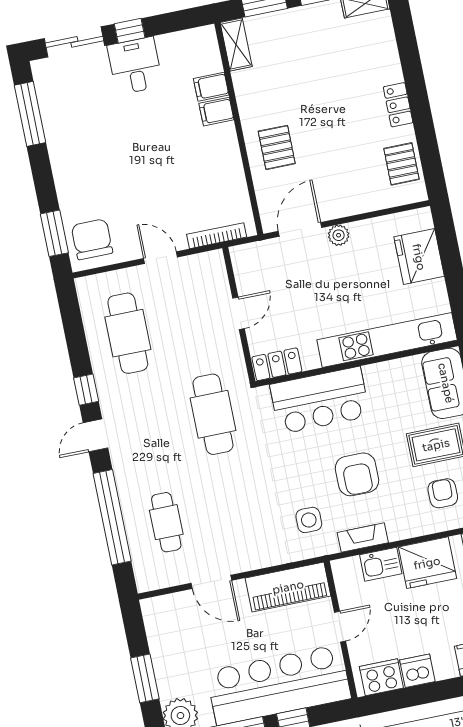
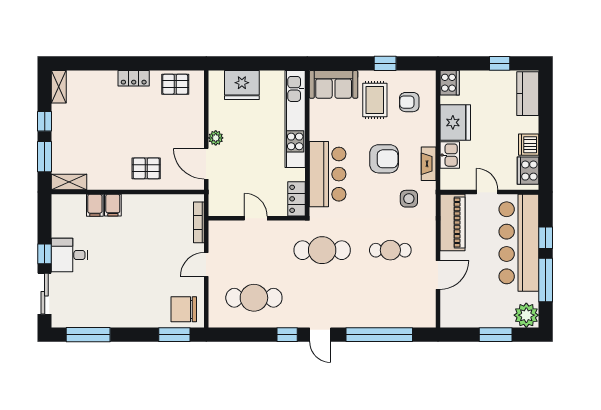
cafe table: (166, 522) -> (390, 250), moved

